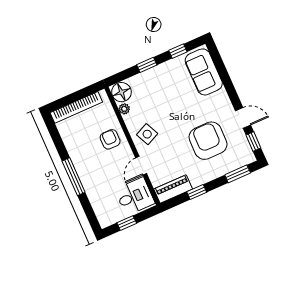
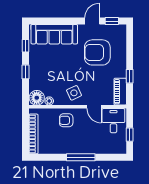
sofa: (204, 72) -> (54, 34), width x1.36
window: (238, 174) -> (130, 42), removed

